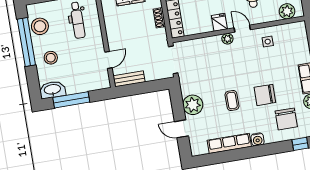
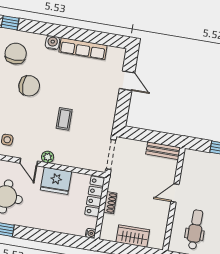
fridge: (219, 22) -> (56, 181), width x1.88, depth x1.34
door: (108, 60) -> (175, 193), moved
coffee table: (232, 100) -> (64, 119), moved
plant: (193, 105) -> (107, 101), removed

